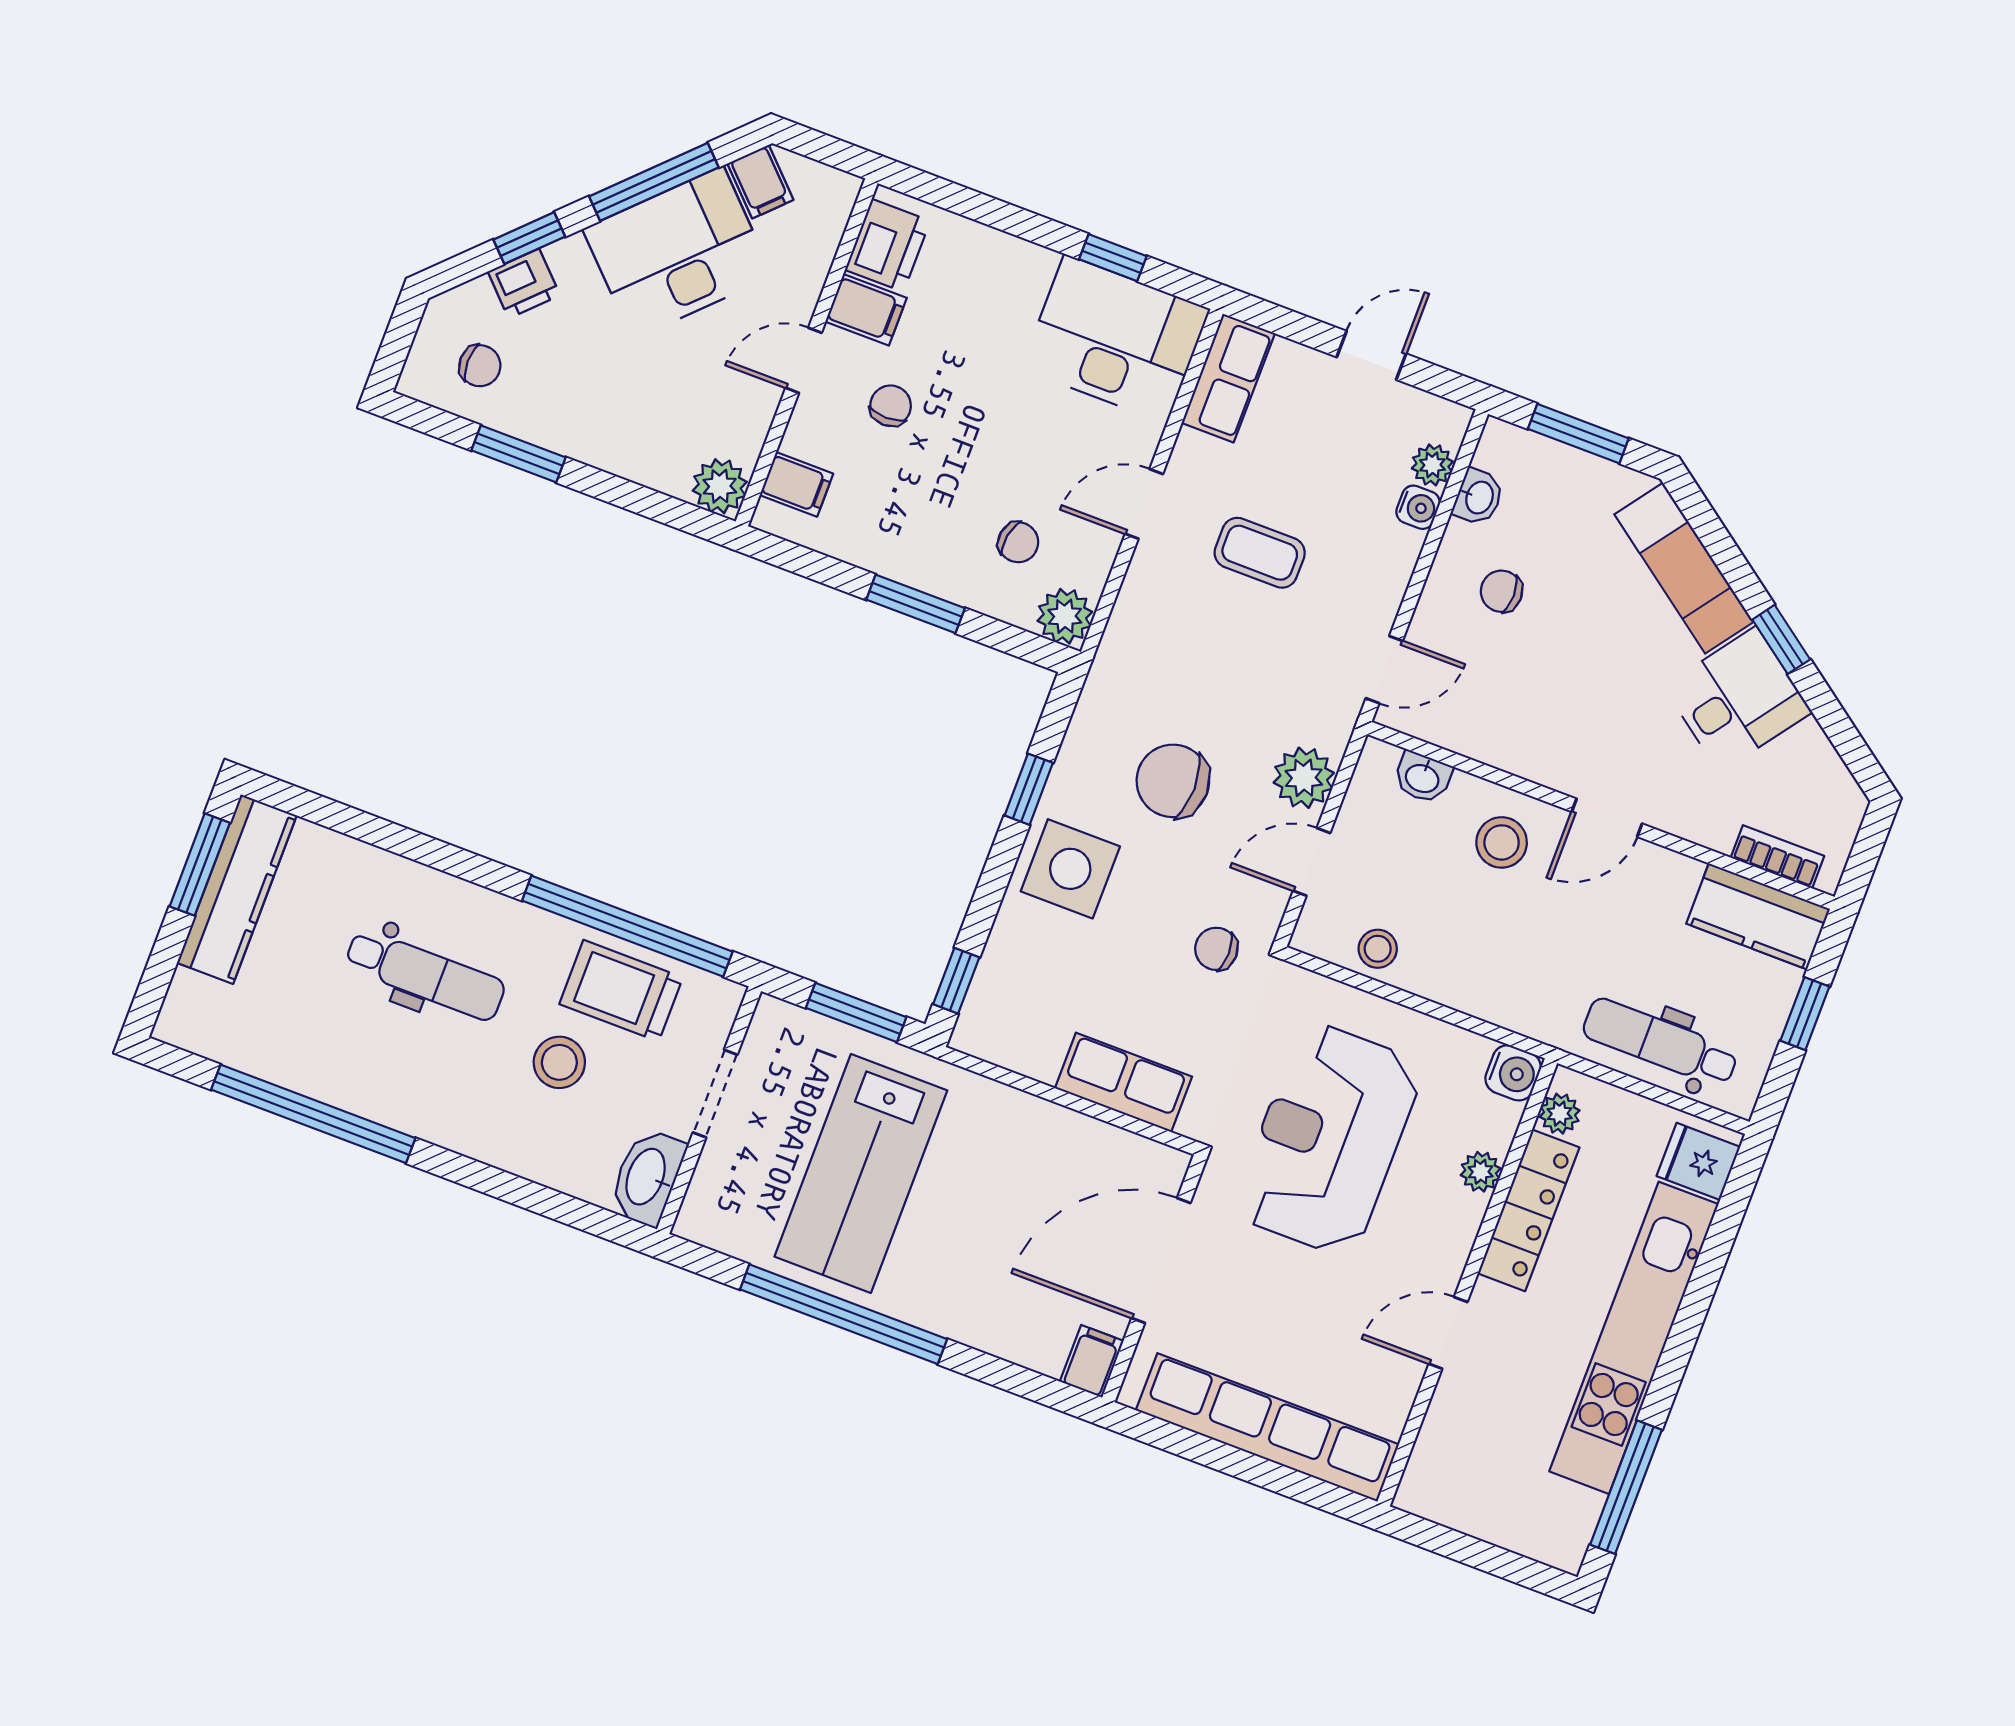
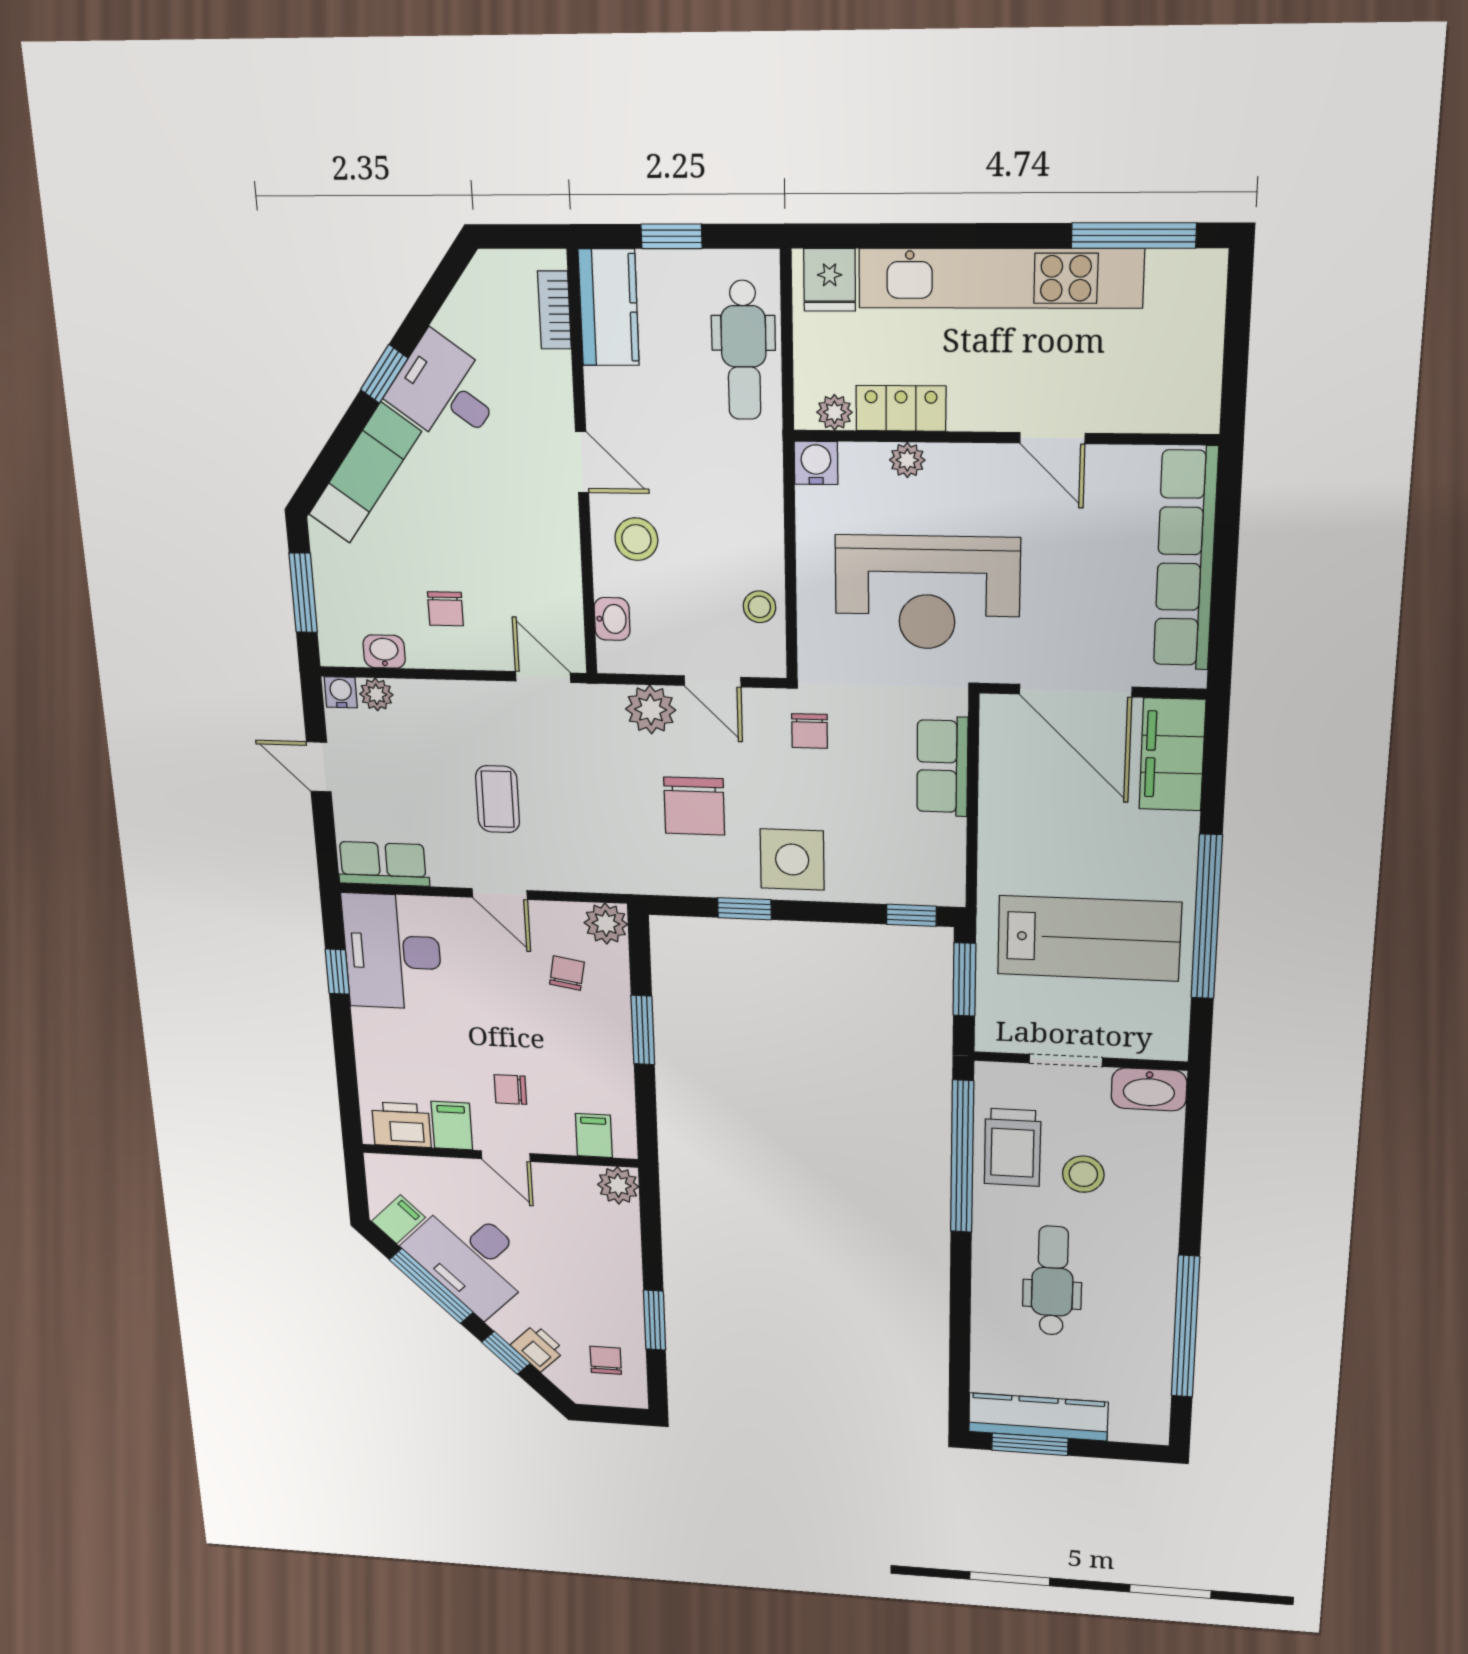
water cooler: (1418, 507) -> (341, 692), moved
locker: (1529, 1210) -> (901, 408), width x0.66
filing cabinet: (1092, 1361) -> (1172, 755), width x3.00, depth x1.17

